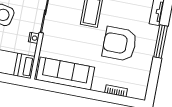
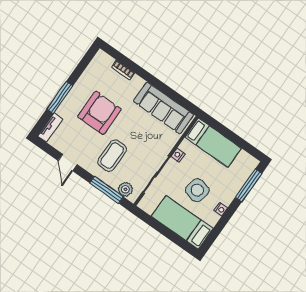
armchair: (120, 44) -> (100, 113), turned -90

